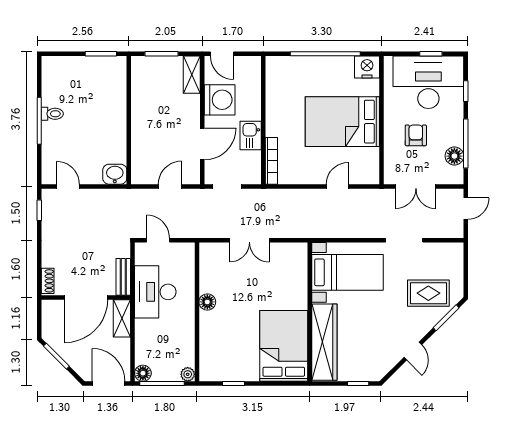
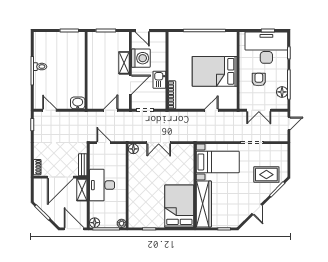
nightstand: (367, 67) -> (229, 38), removed
shelving: (192, 75) -> (124, 63), moved
desk: (155, 292) -> (102, 185), moved
floor lamp: (207, 302) -> (133, 149), moved

